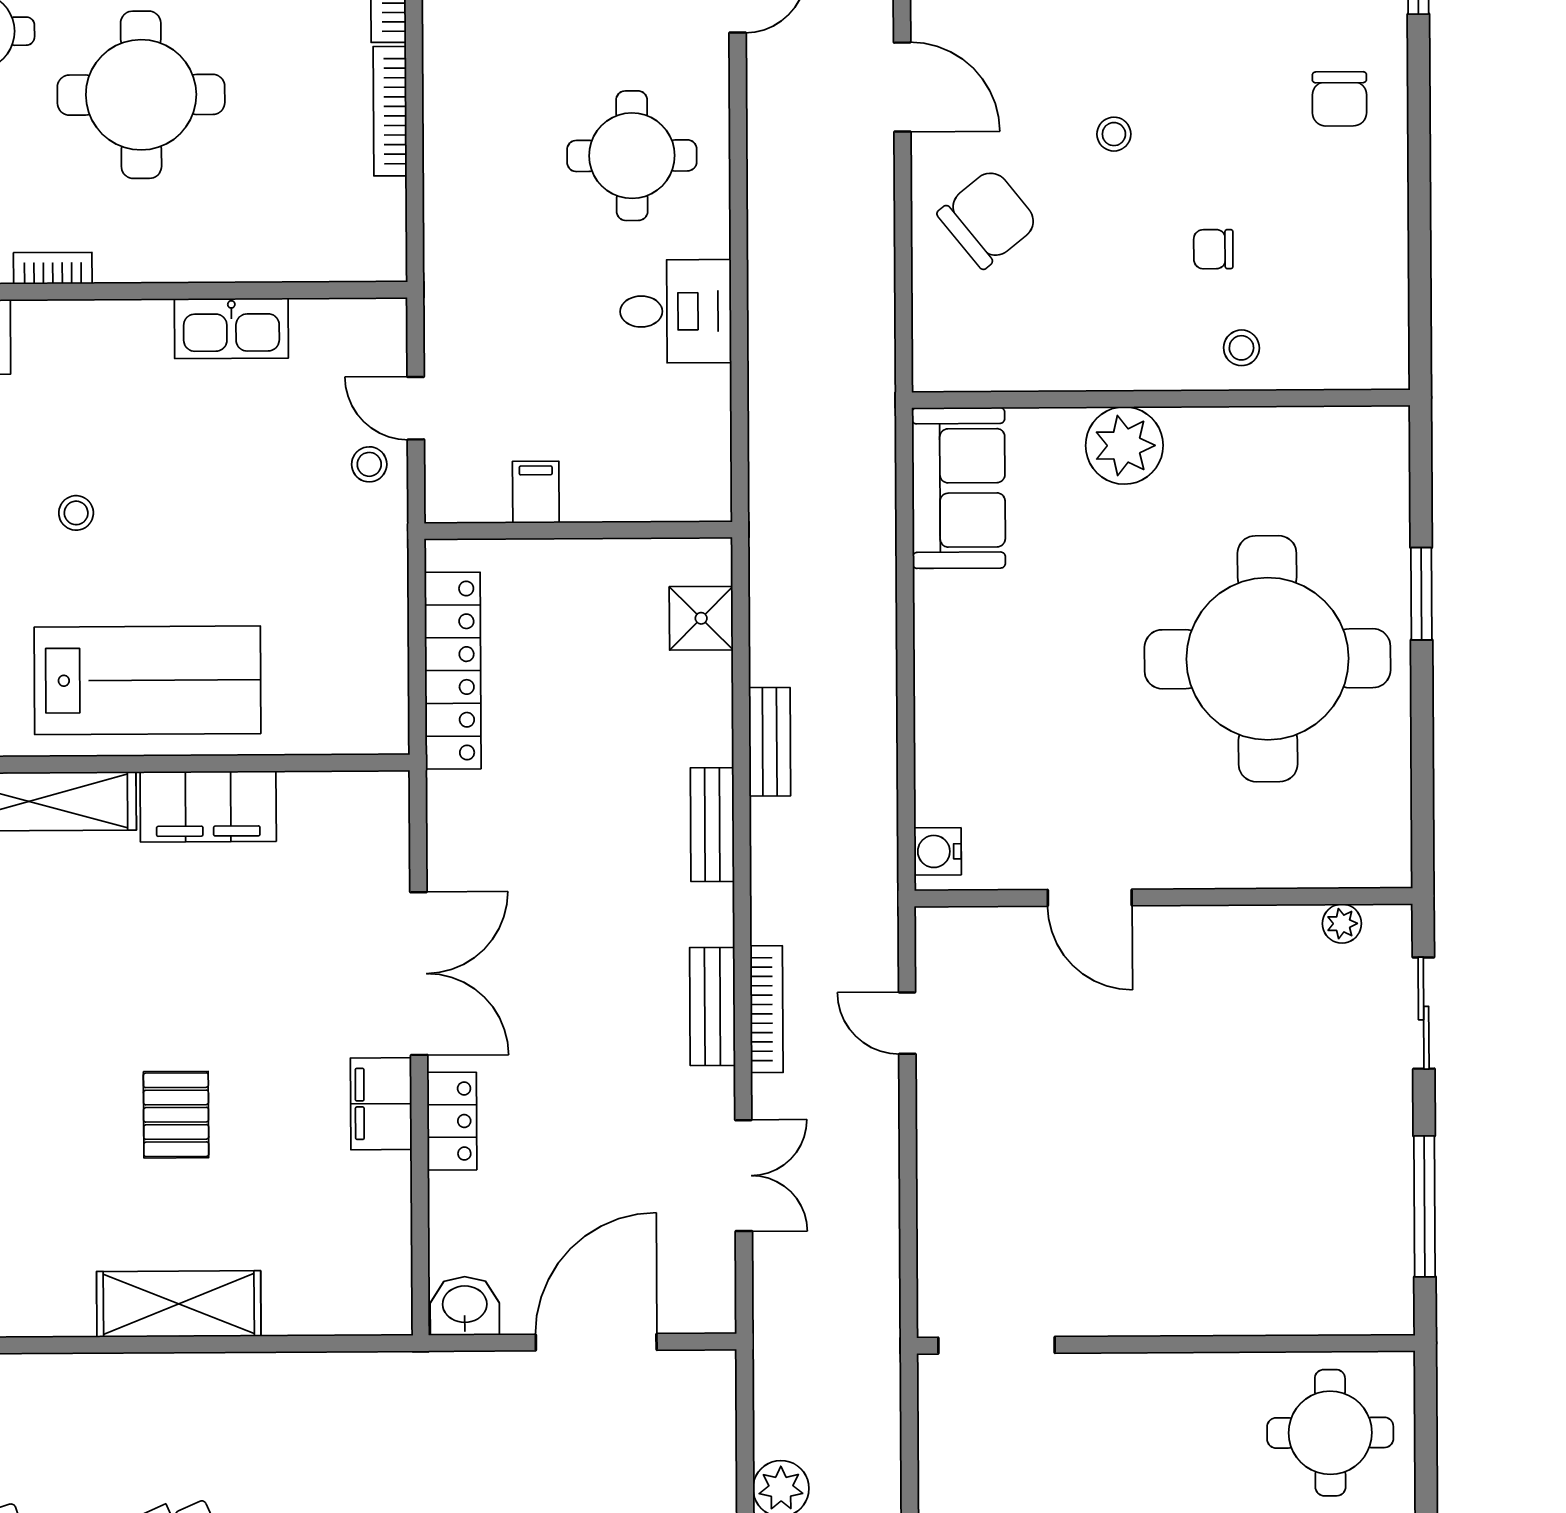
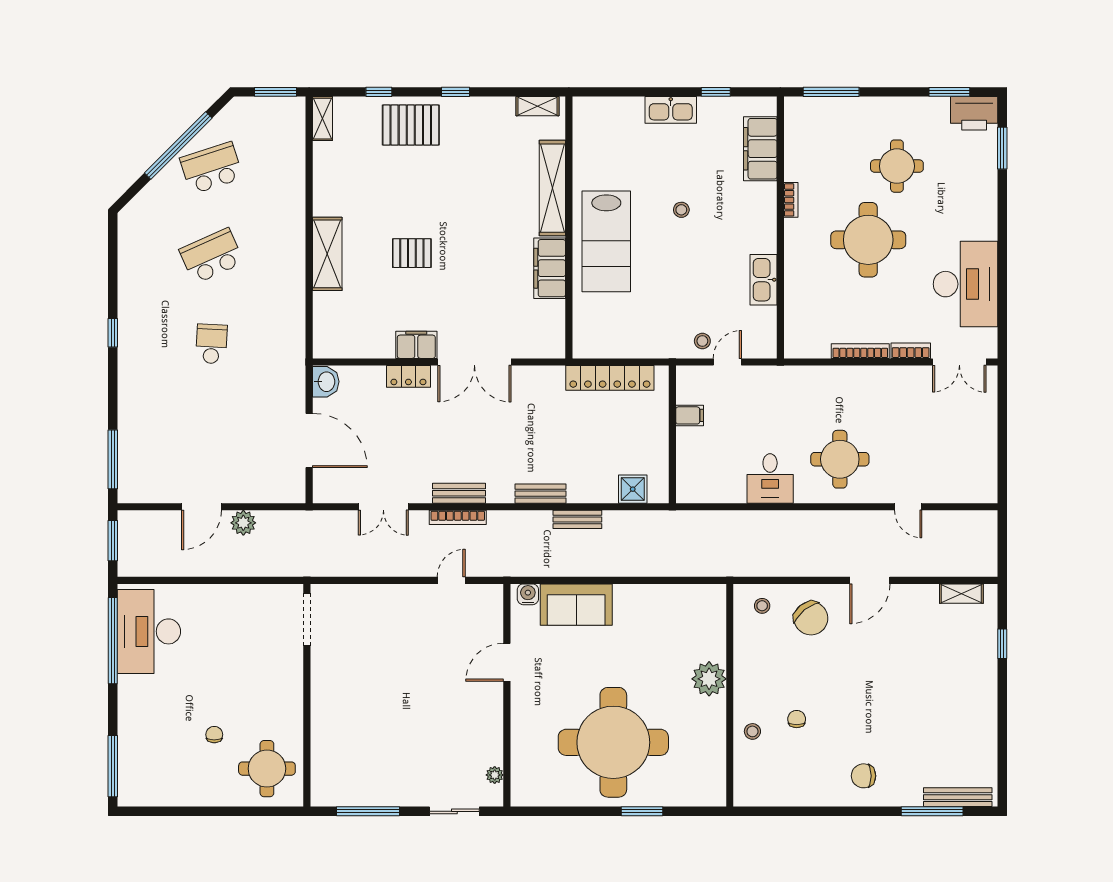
stool: (1114, 134) -> (762, 606), moved
sofa: (959, 488) -> (576, 605), moved

